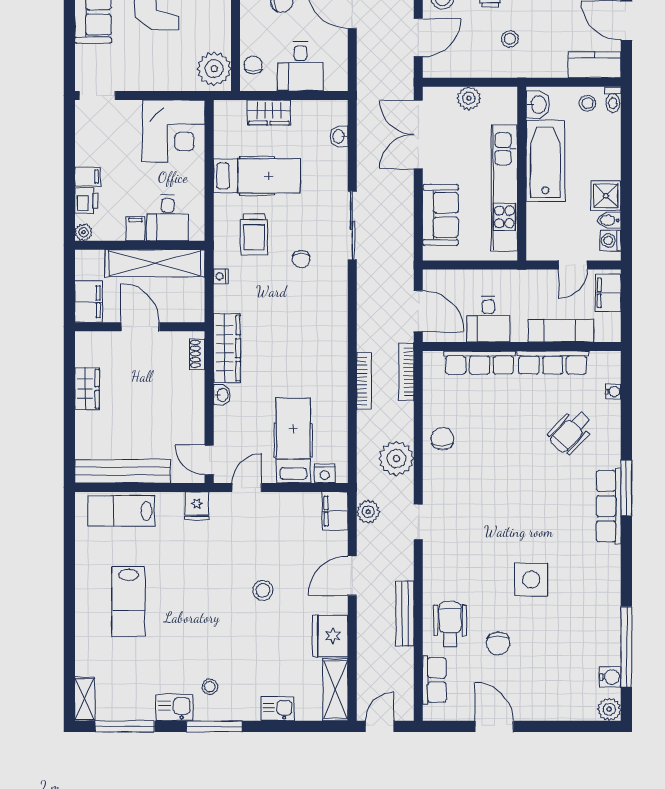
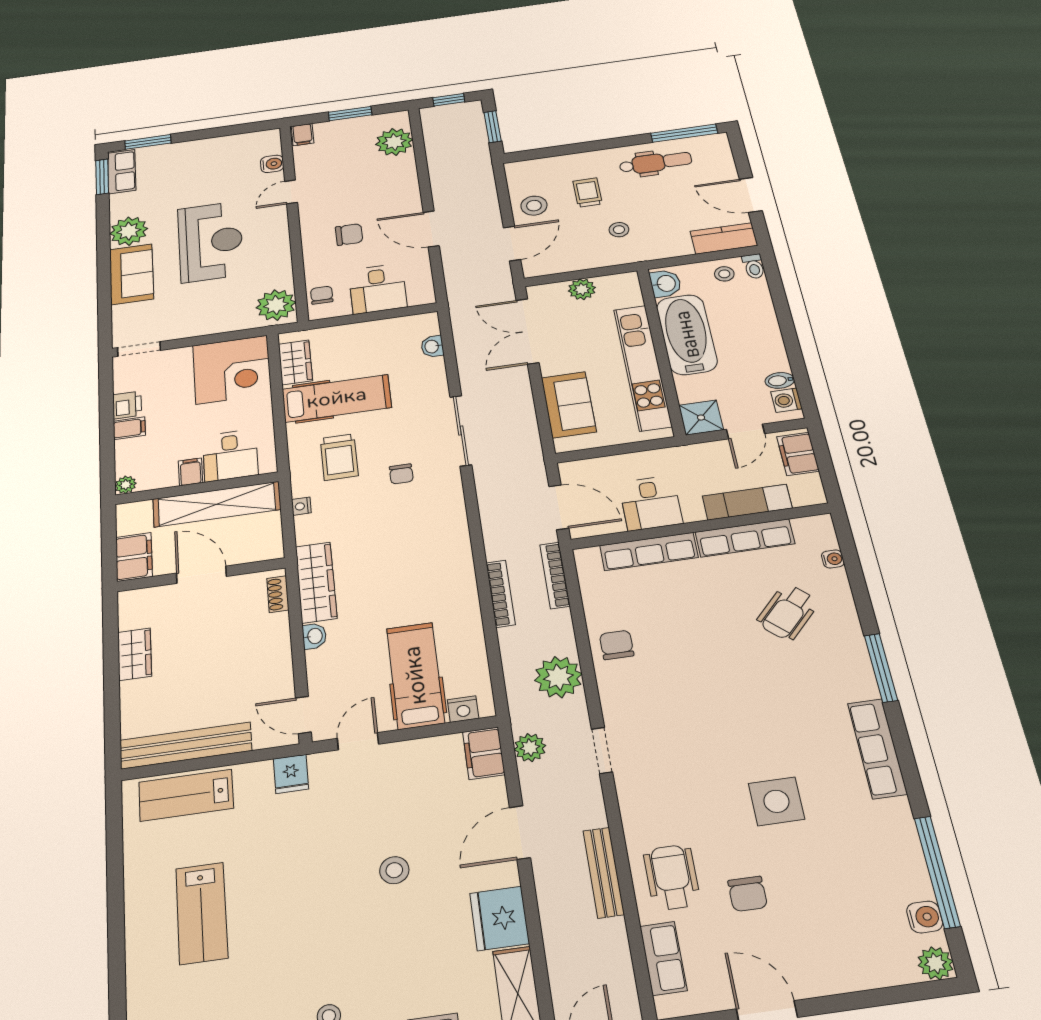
wardrobe: (269, 112) -> (295, 362), moved, turned -90
shower: (606, 196) -> (701, 418), moved
printer: (86, 201) -> (127, 405), moved
row of seats: (609, 506) -> (877, 748), moved

